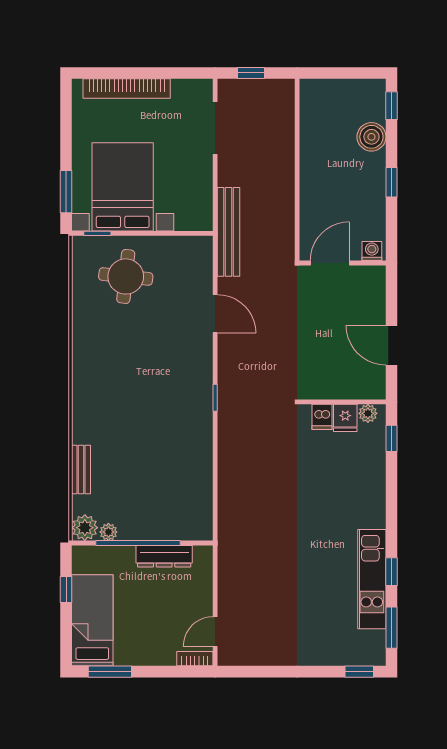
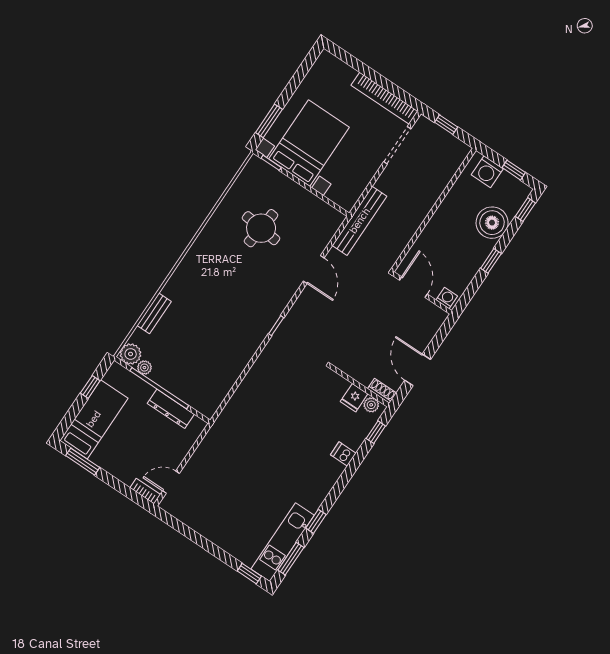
window: (352, 73) -> (514, 170), added
bookcase: (127, 89) -> (384, 98), moved
washing machine: (326, 93) -> (487, 172), added
boiler: (371, 137) -> (492, 223), width x1.37, depth x1.37
door: (330, 263) -> (413, 287), hinge flipped
round table: (126, 276) -> (261, 228), moved
shoe rack: (369, 392) -> (382, 391), added
dishwasher: (322, 417) -> (343, 454), moved, turned 90
kitchen unit: (372, 579) -> (283, 542), moved

